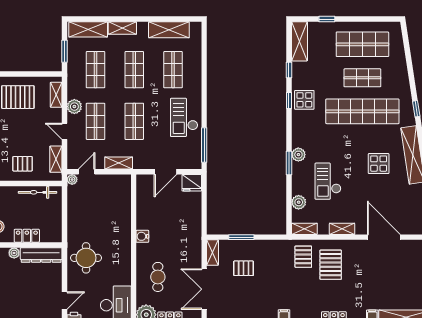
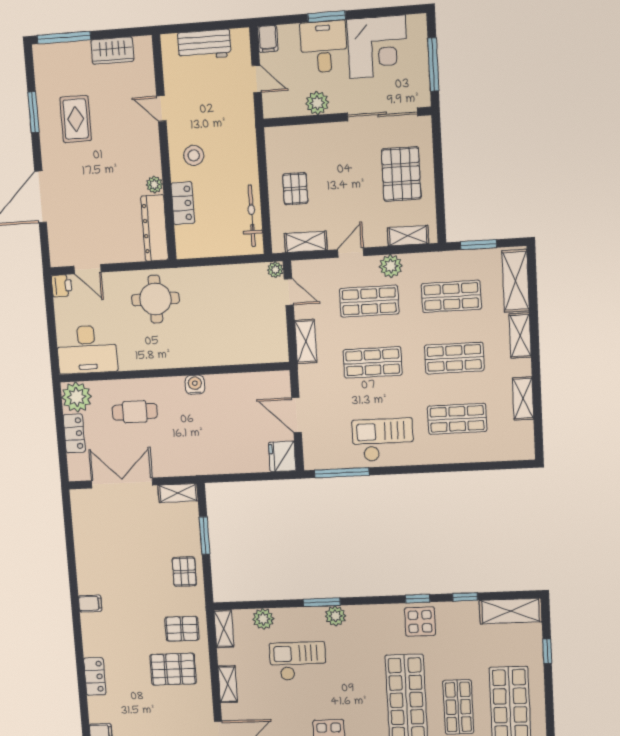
shelving: (169, 30) -> (523, 399), width x0.67, depth x0.75
pallet: (244, 268) -> (184, 572), moved

